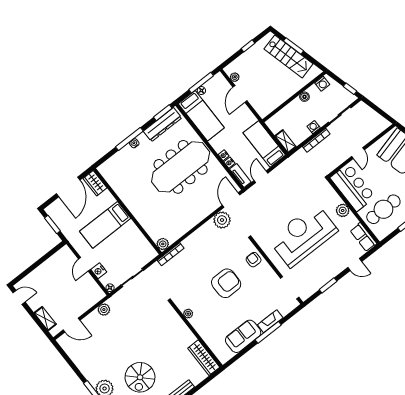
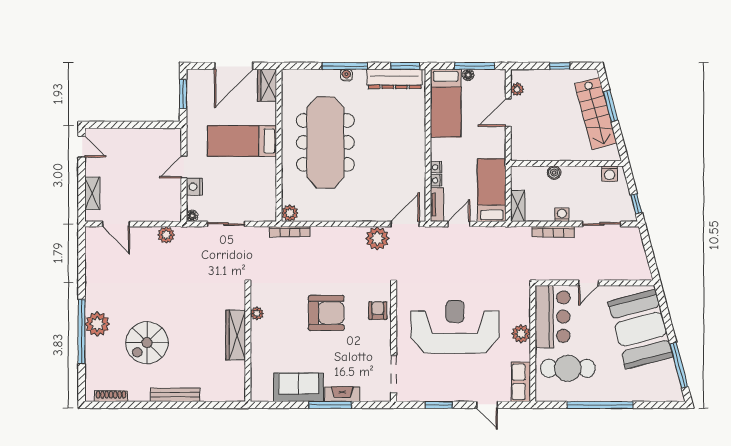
boiler: (304, 97) -> (554, 173), moved
meeting table: (181, 167) -> (325, 142), moved, turned 90
wardrobe: (204, 358) -> (236, 335), moved

